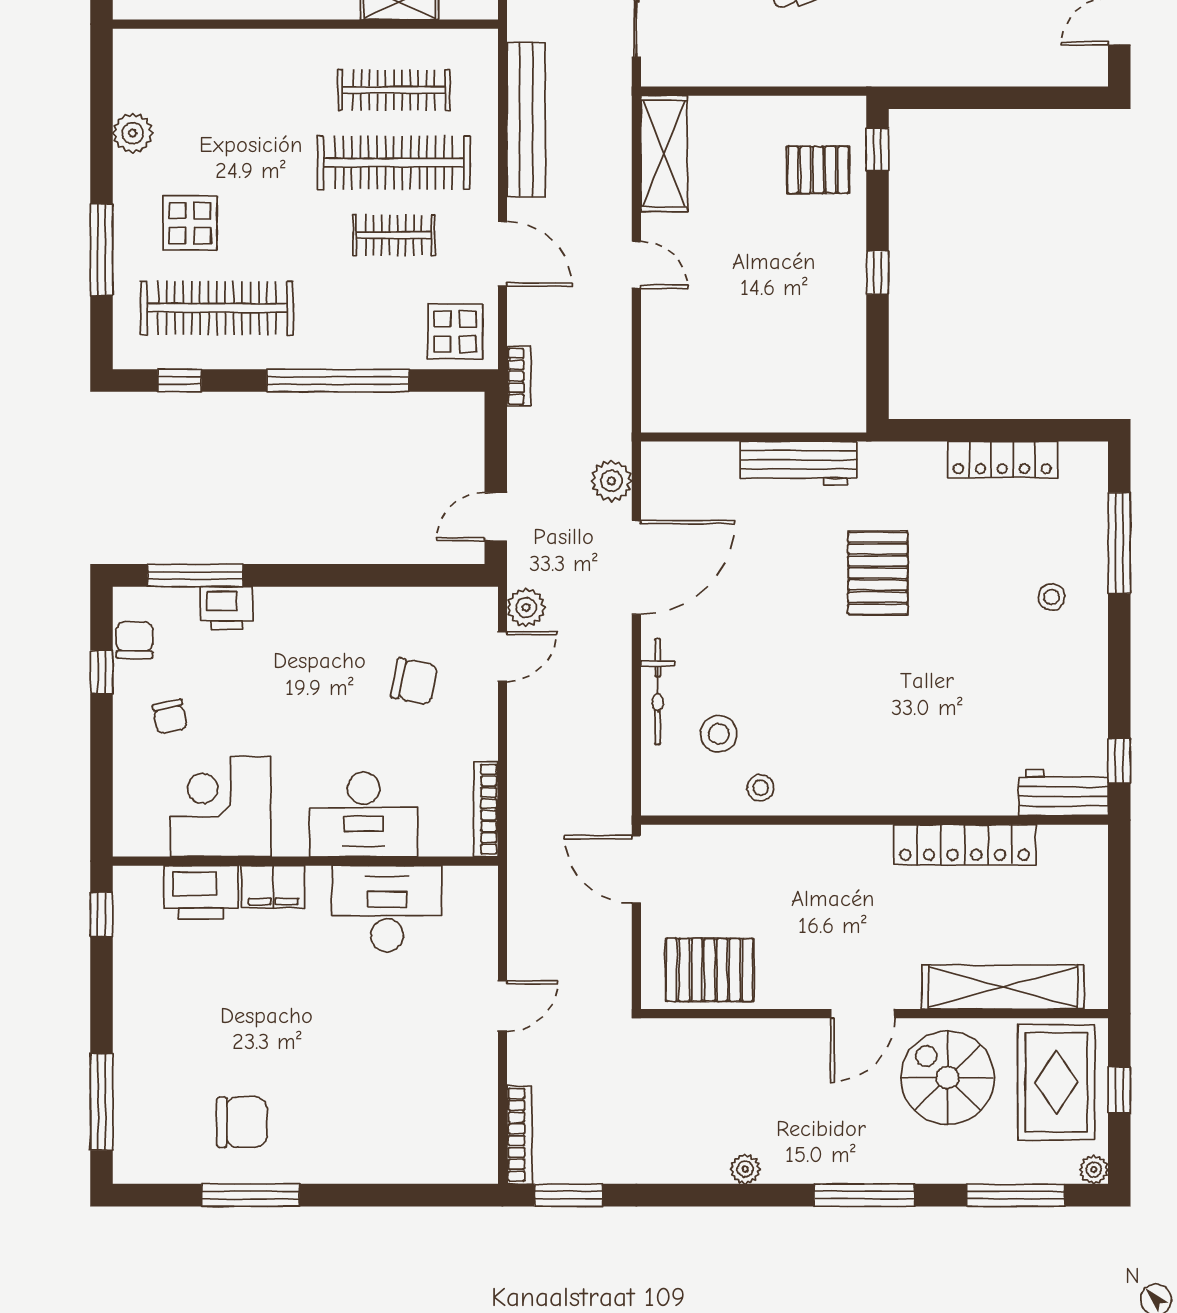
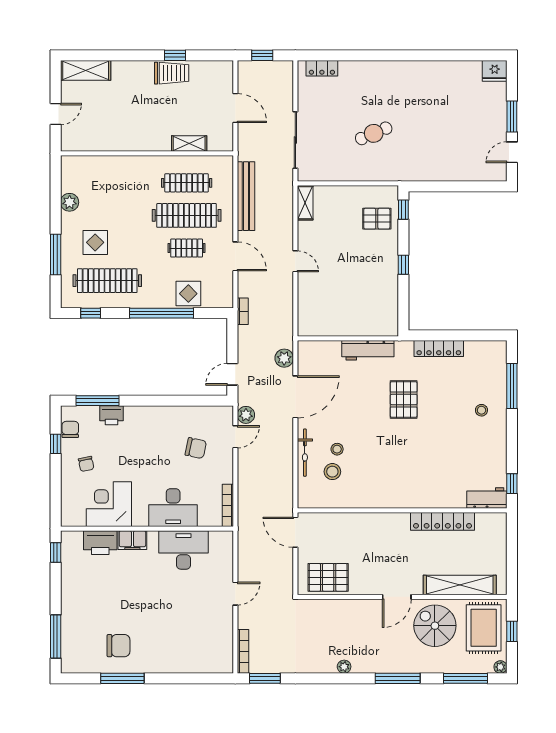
shelving: (664, 154) -> (305, 203), width x0.67, depth x0.75
display table: (455, 332) -> (188, 294), moved
locker: (1002, 460) -> (439, 349), moved
stool: (760, 788) -> (337, 449), moved

